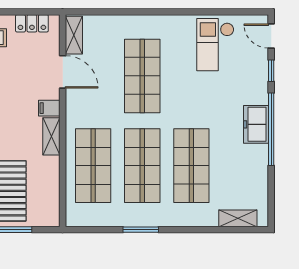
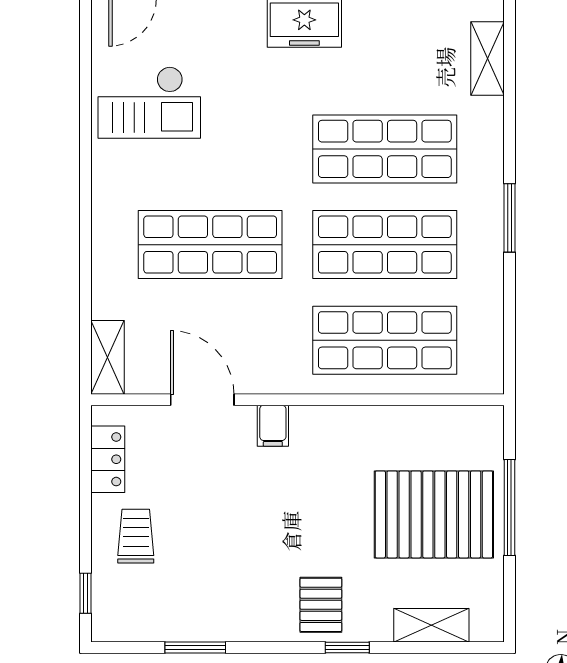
shelving: (74, 35) -> (108, 357), moved, turned 90
door: (63, 72) -> (202, 400), hinge flipped
shelving: (51, 136) -> (328, 422), removed
window: (141, 230) -> (509, 218), moved

